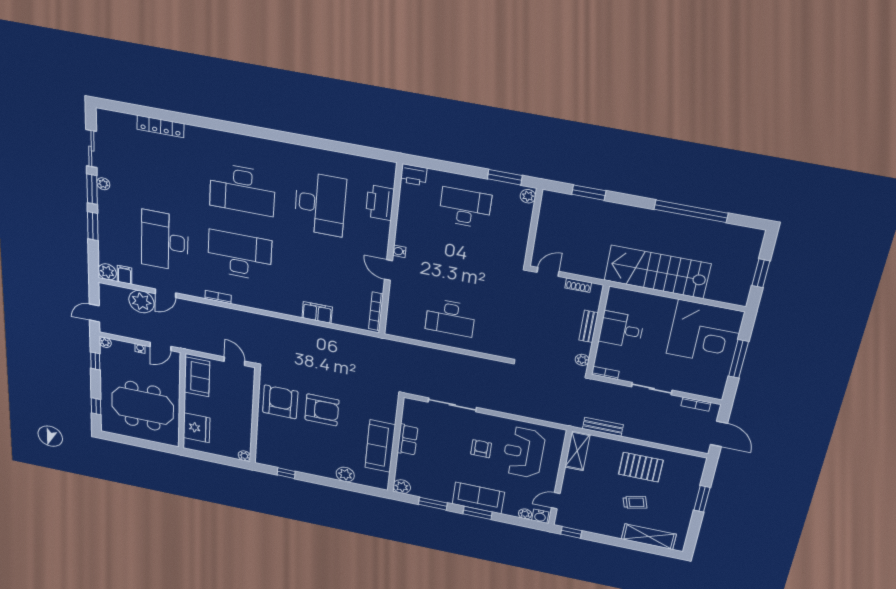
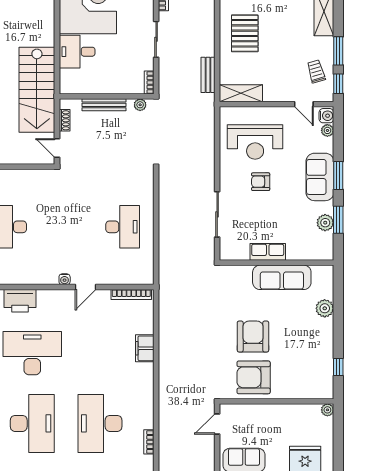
stairs: (657, 272) -> (37, 90), moved
bench: (589, 326) -> (104, 105), width x1.36
desk: (621, 330) -> (77, 52), moved, turned 90
plant: (402, 487) -> (325, 223), moved
trolley: (635, 502) -> (316, 71), moved
window: (605, 539) -> (338, 51), added

